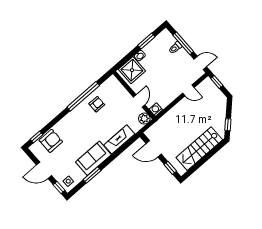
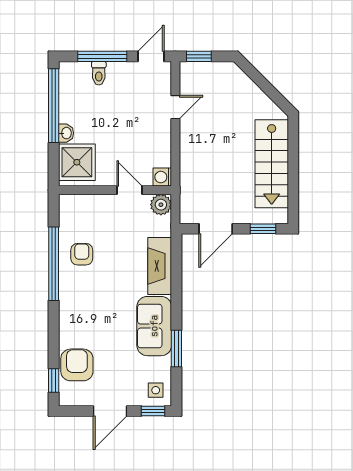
window: (146, 41) -> (54, 106), width x2.11
window: (228, 125) -> (273, 94), removed

